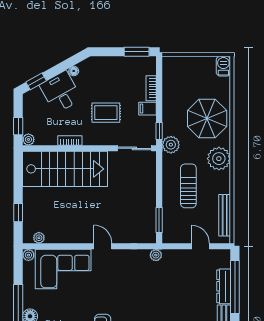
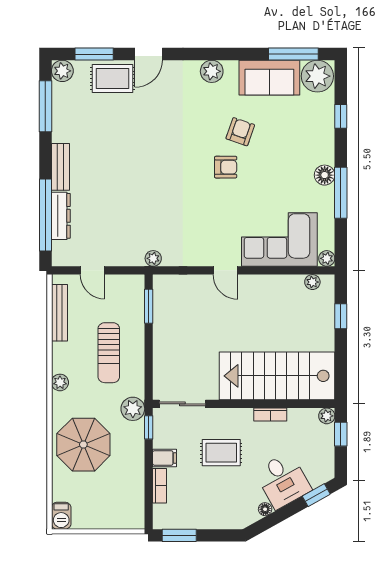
plant: (219, 159) -> (60, 382), width x0.53, depth x0.53

